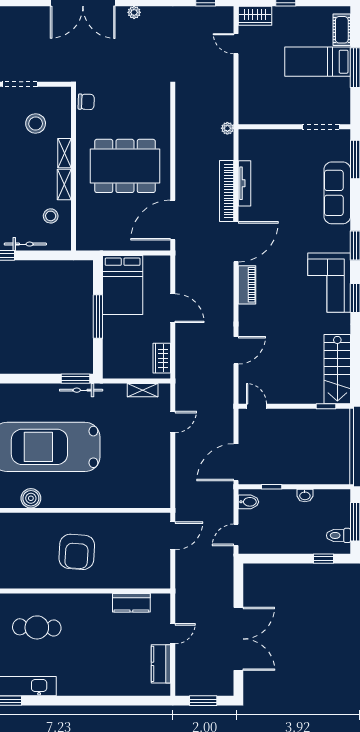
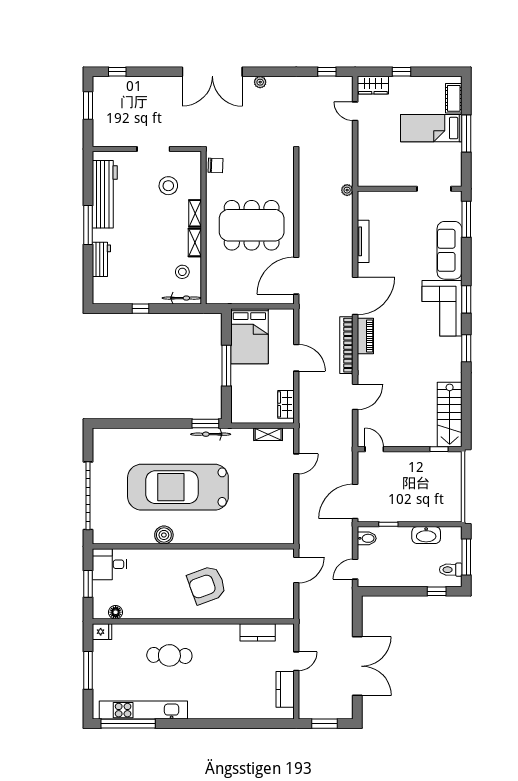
bookcase: (227, 191) -> (346, 345), moved
bicycle: (25, 244) -> (182, 298), moved
corner sofa: (329, 283) -> (442, 308), moved
washbasin: (305, 495) -> (426, 535), width x1.91, depth x1.45
armchair: (77, 552) -> (207, 585), turned 66

